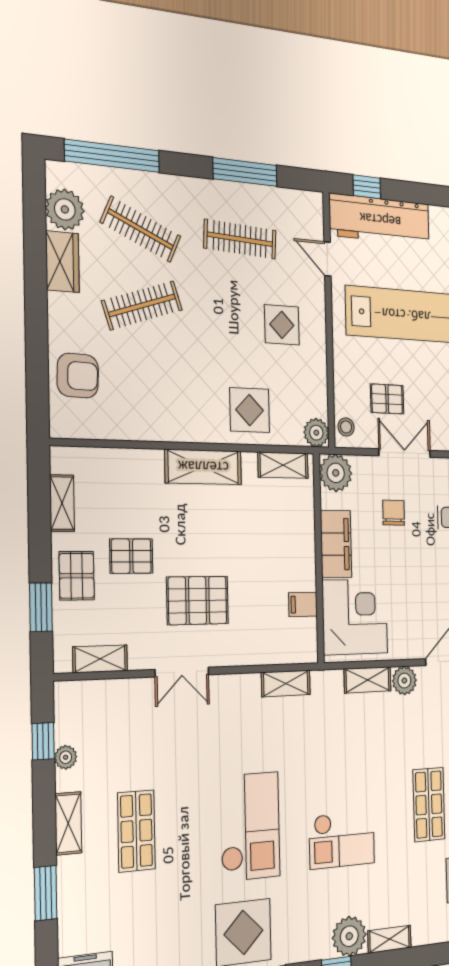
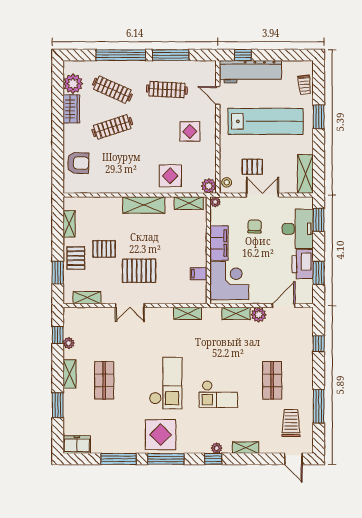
window: (112, 156) -> (121, 55), moved
plant: (336, 473) -> (215, 202), width x0.53, depth x0.53
plant: (349, 936) -> (217, 448), width x0.53, depth x0.53

